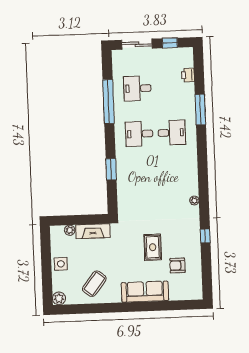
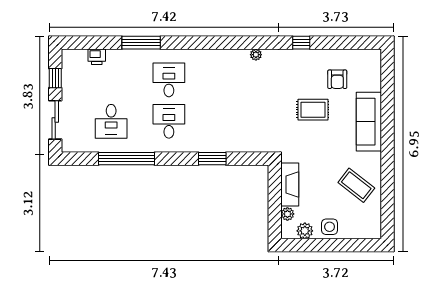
desk: (139, 134) -> (169, 121), turned 180
plant: (59, 298) -> (305, 231), moved

